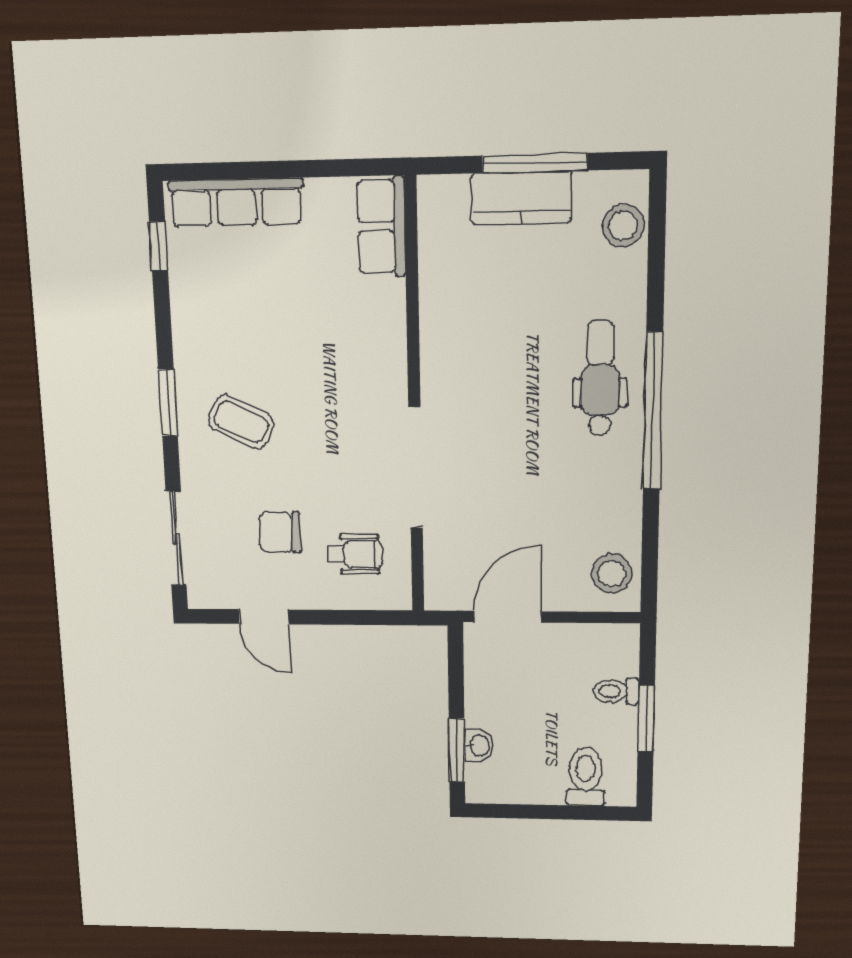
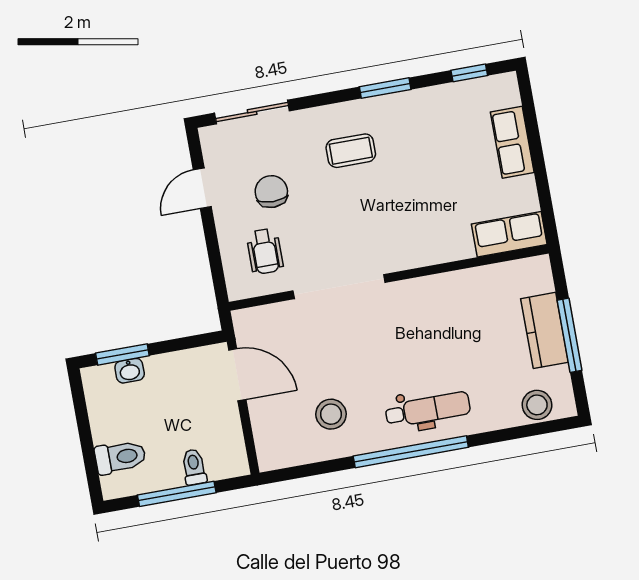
row of seats: (236, 202) -> (512, 142), width x0.68
window: (168, 403) -> (385, 88), moved
coffee table: (241, 422) -> (351, 151), turned 65
stool: (612, 574) -> (331, 414), moved
window: (646, 718) -> (177, 494), width x1.44

